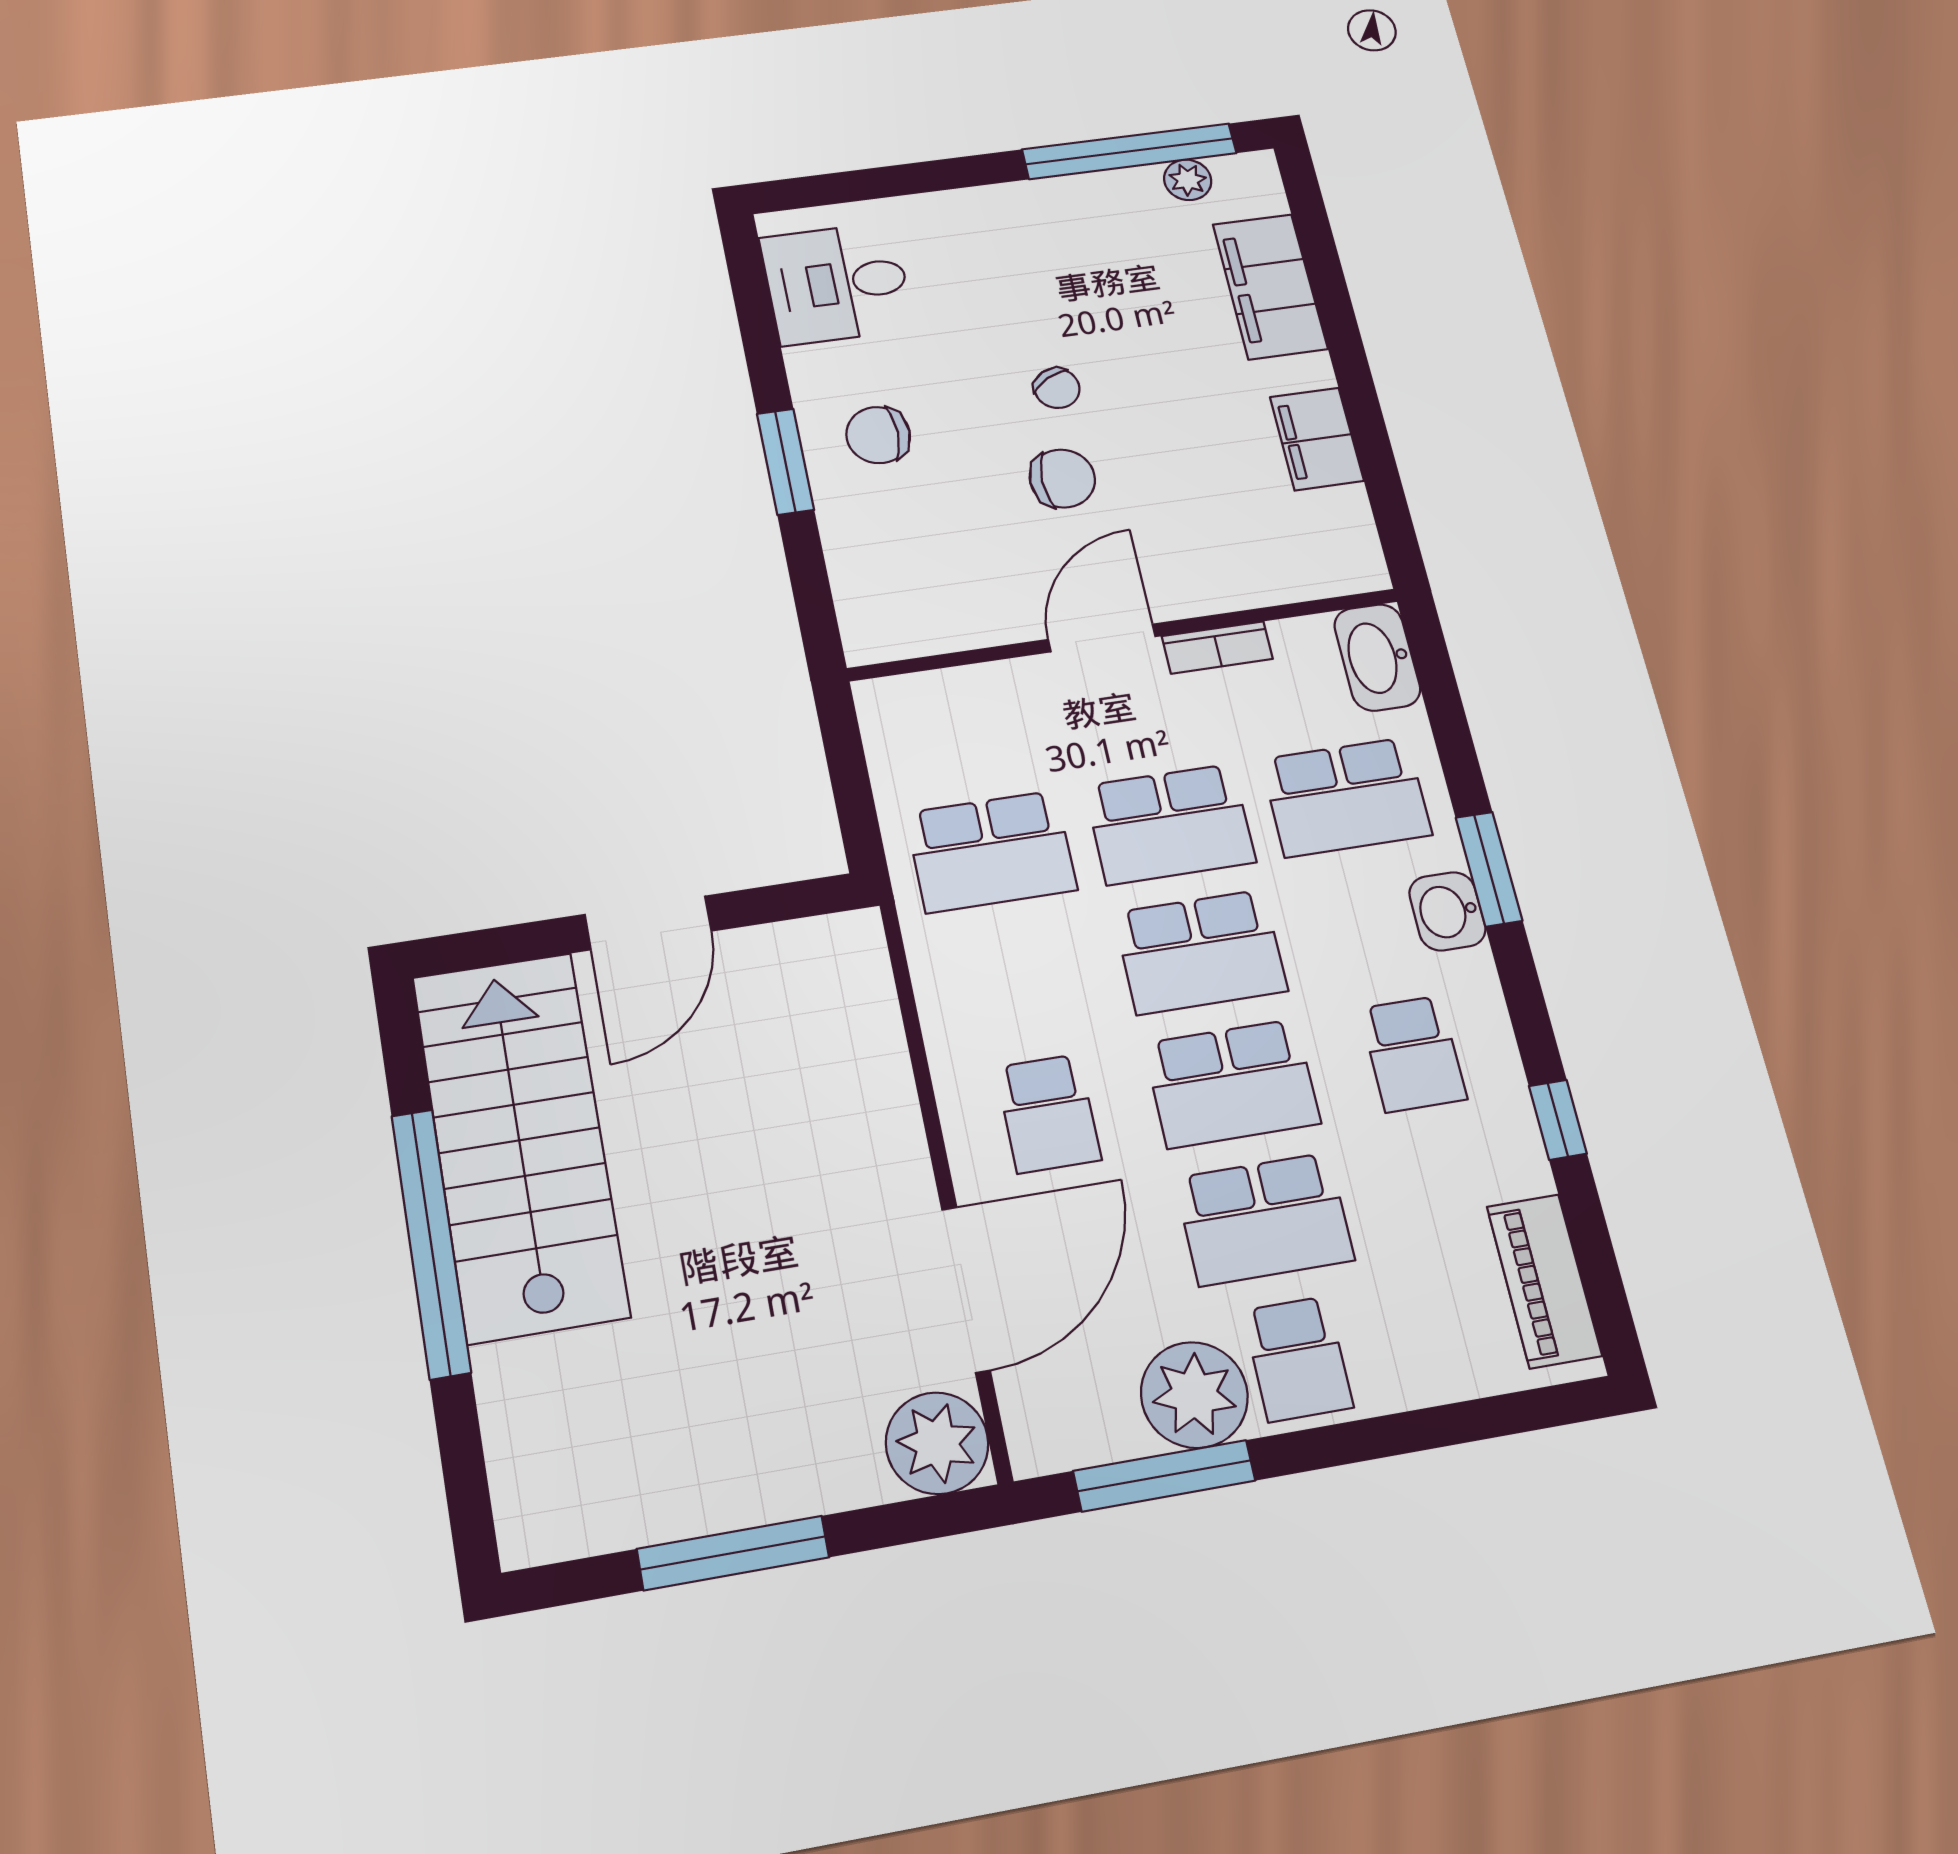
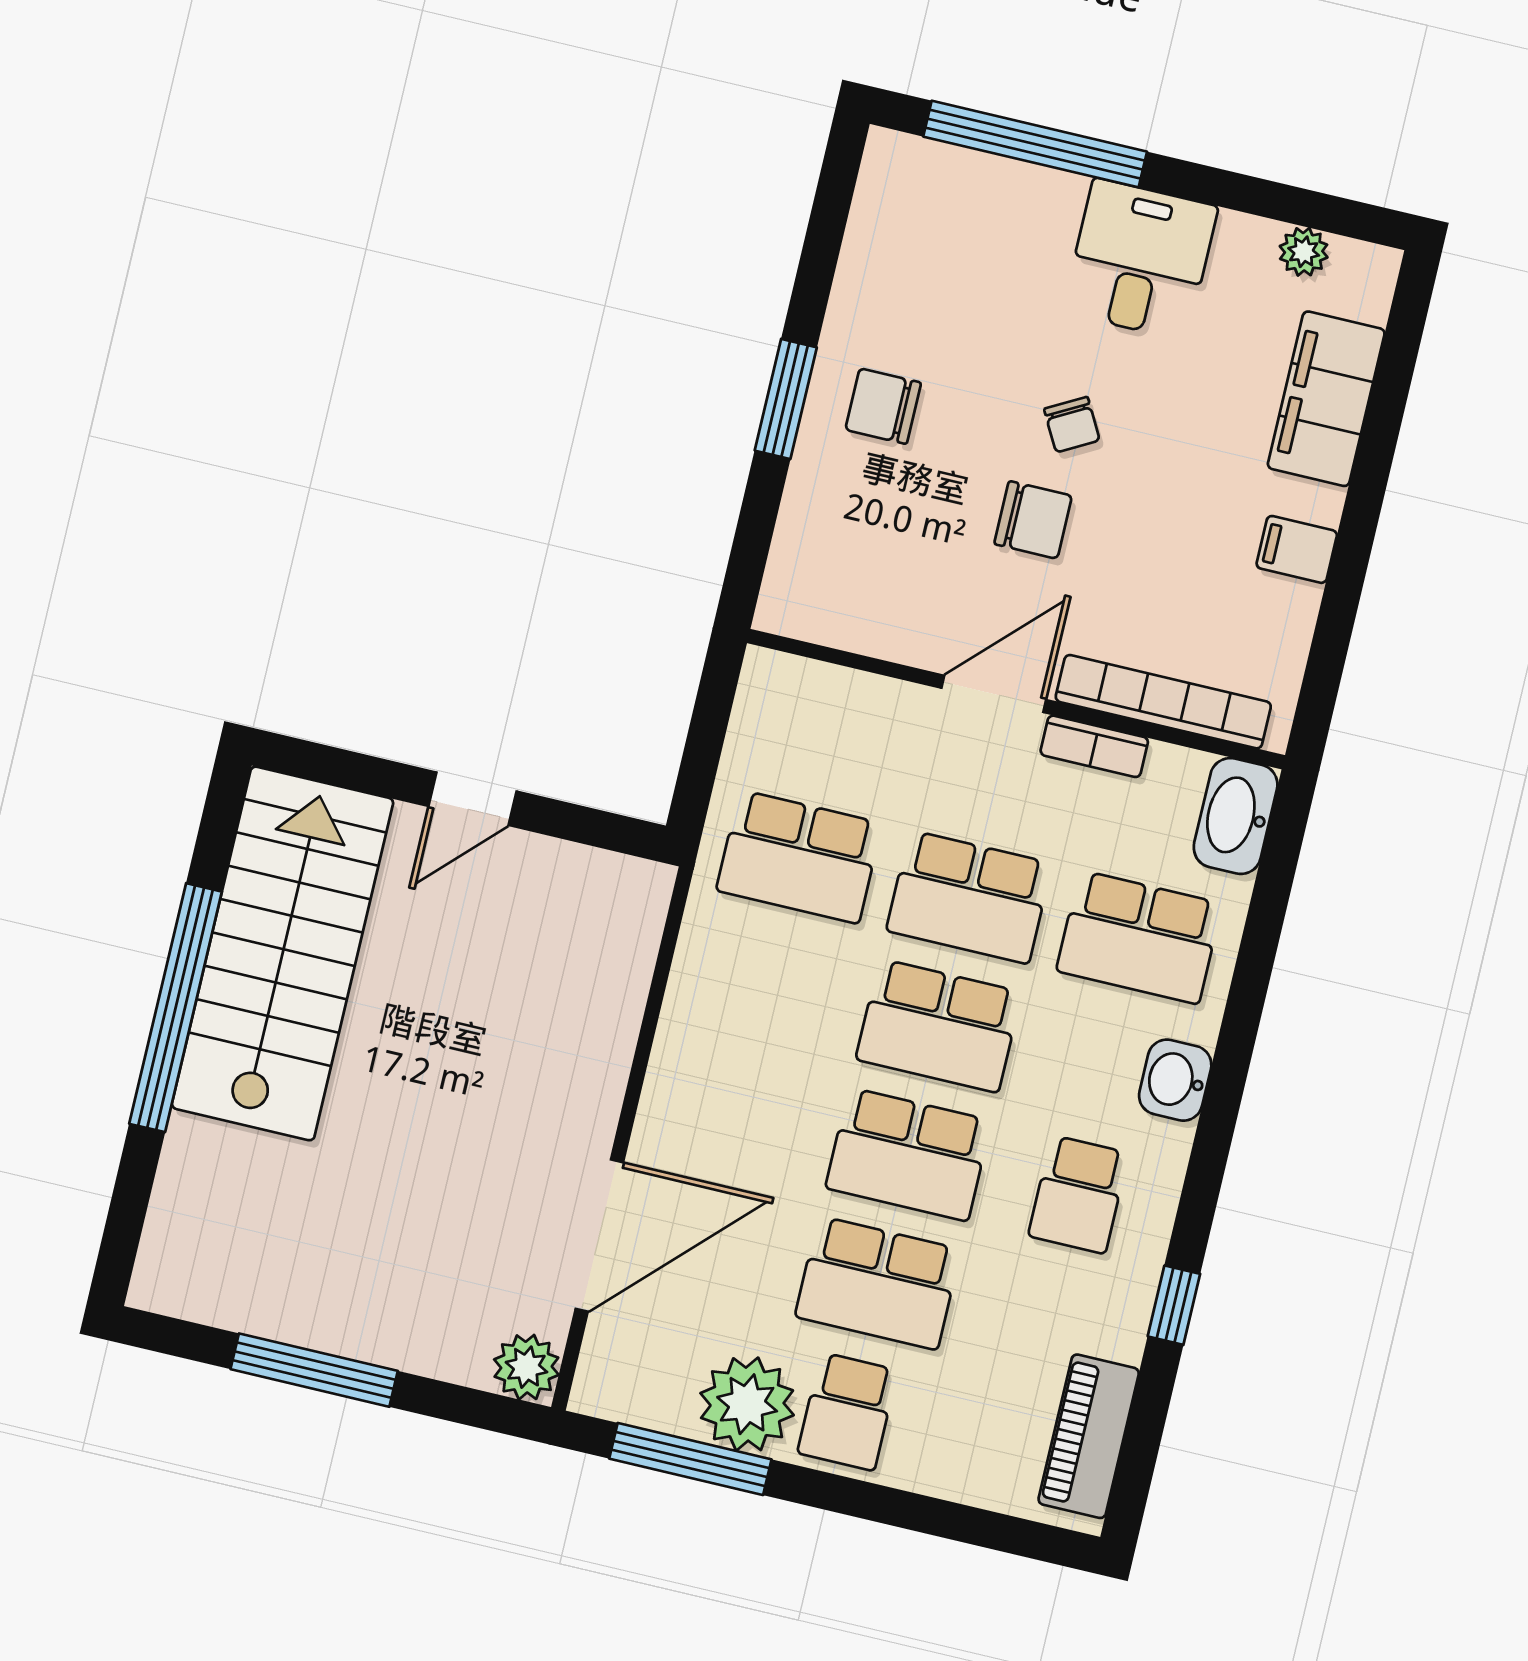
window: (1129, 151) -> (1035, 144), moved
desk: (837, 283) -> (1140, 259), moved, turned 90
filing cabinet: (1317, 439) -> (1297, 549), width x0.50
bookcase: (1260, 586) -> (1163, 702), added
window: (1489, 869) -> (1233, 1057), removed
door: (648, 923) -> (473, 799), width x0.73
school desk: (1048, 1114) -> (738, 1114), removed
plant: (937, 1443) -> (526, 1367), width x0.73, depth x0.73

